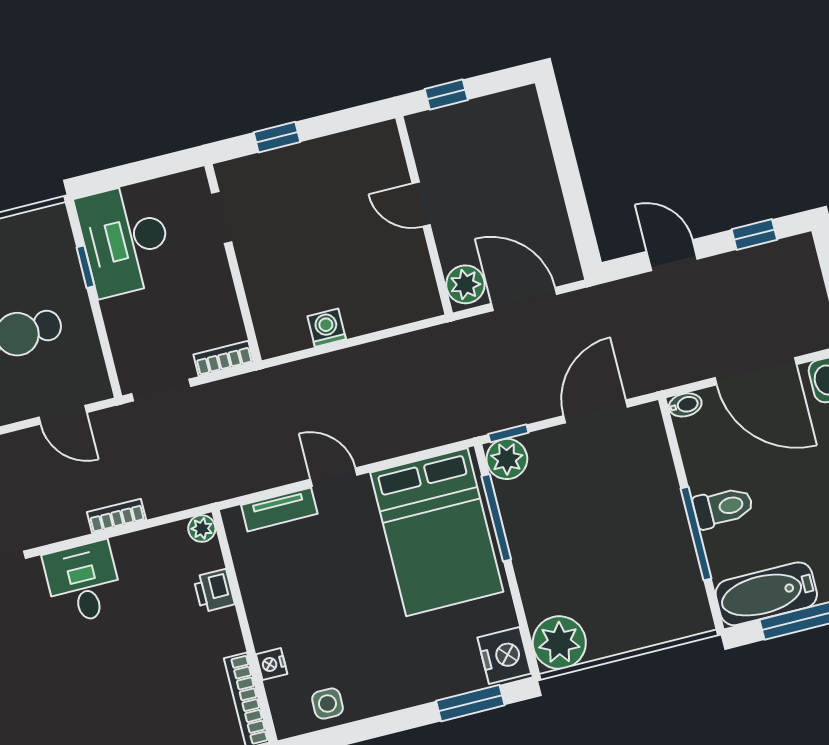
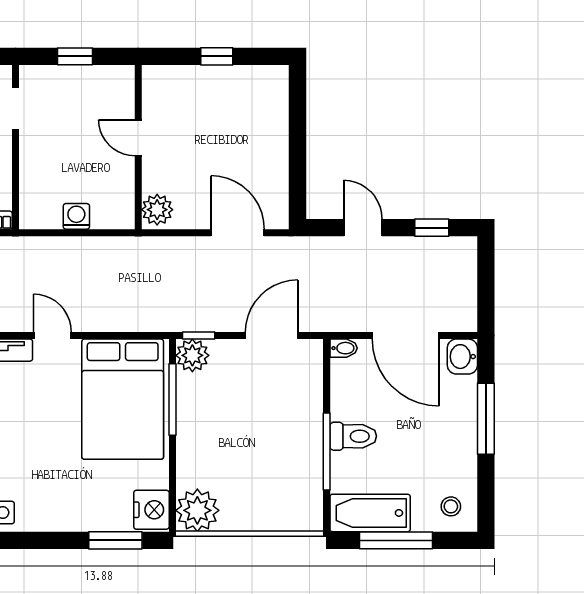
door: (421, 204) -> (138, 138), moved
wall: (424, 215) -> (138, 147), moved
plant: (465, 284) -> (157, 210), moved

